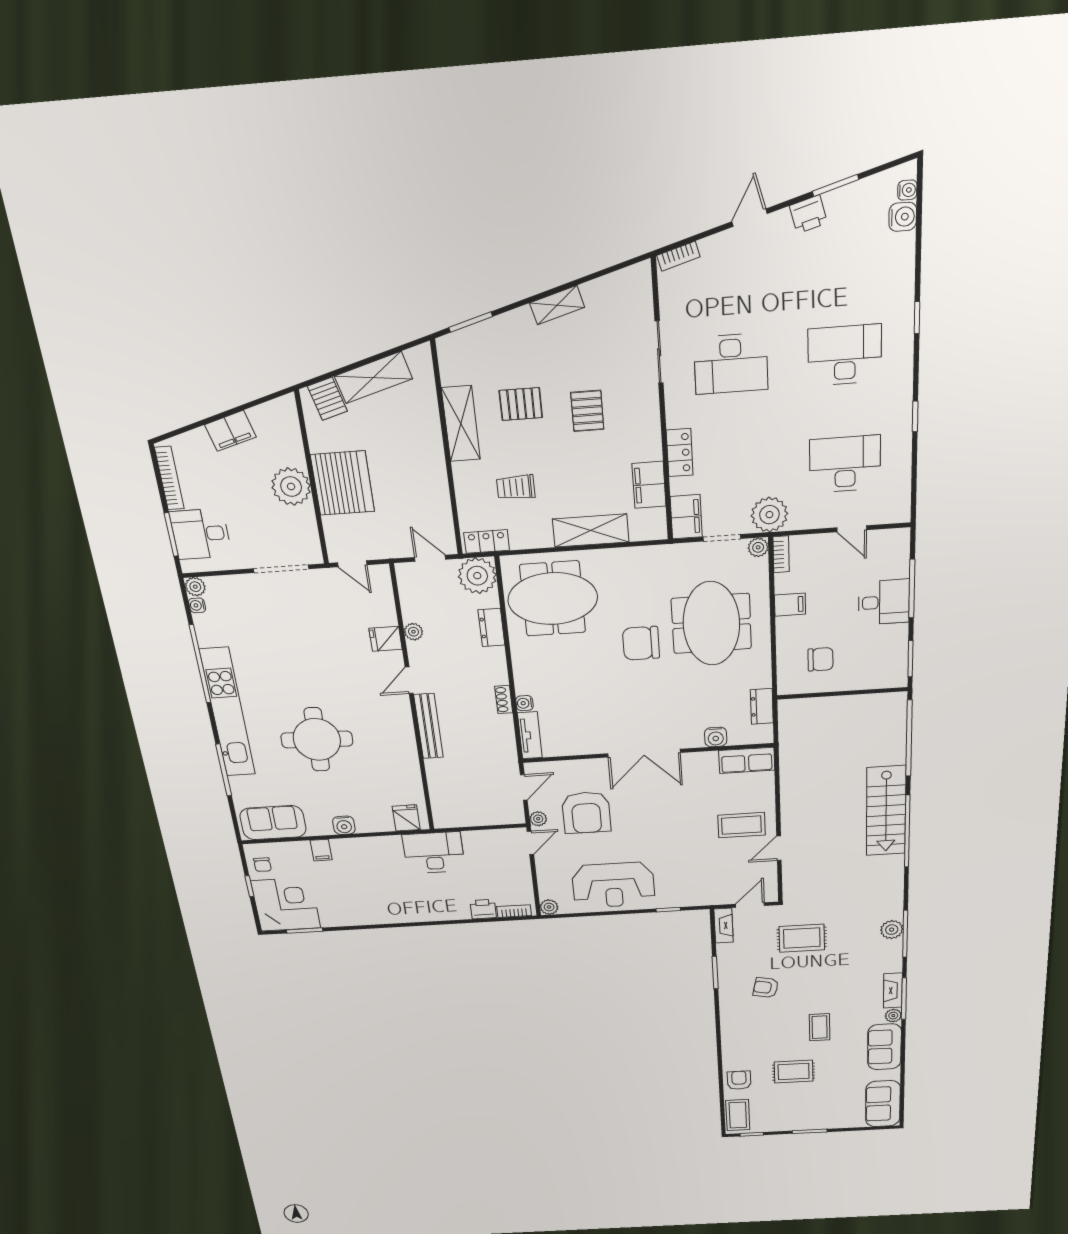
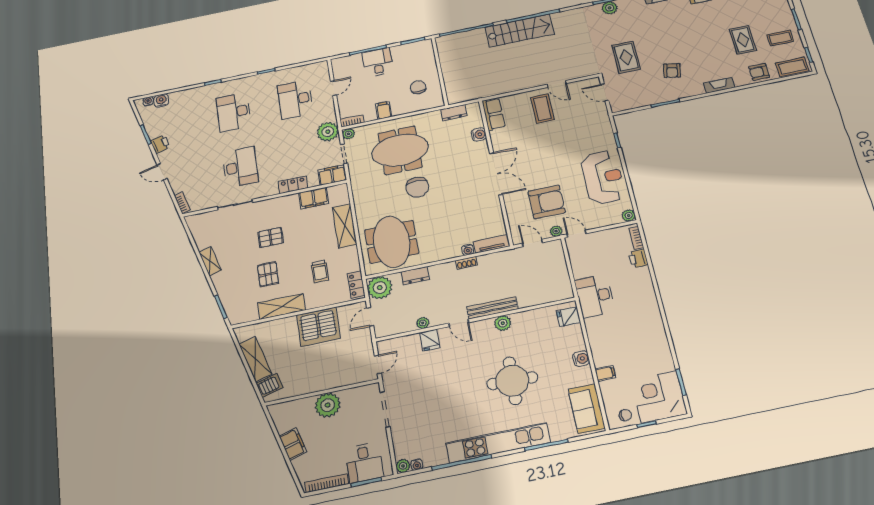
server rack: (342, 483) -> (318, 327), moved, turned 180
plant: (404, 737) -> (503, 323), added
fireplace: (724, 926) -> (719, 85), moved
coffee table: (819, 1027) -> (780, 38), moved

